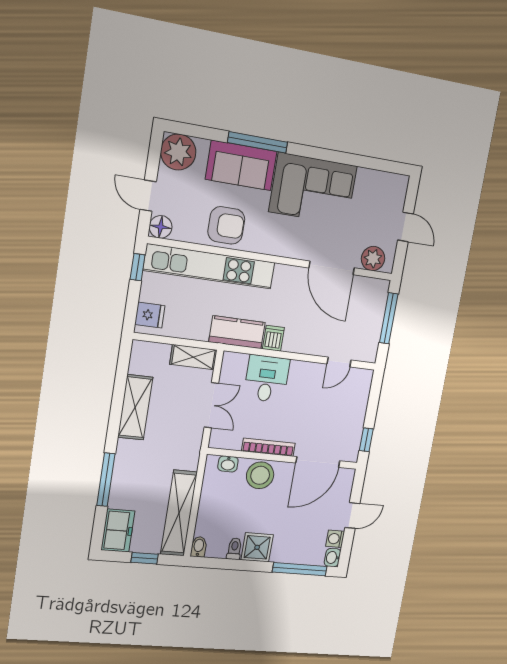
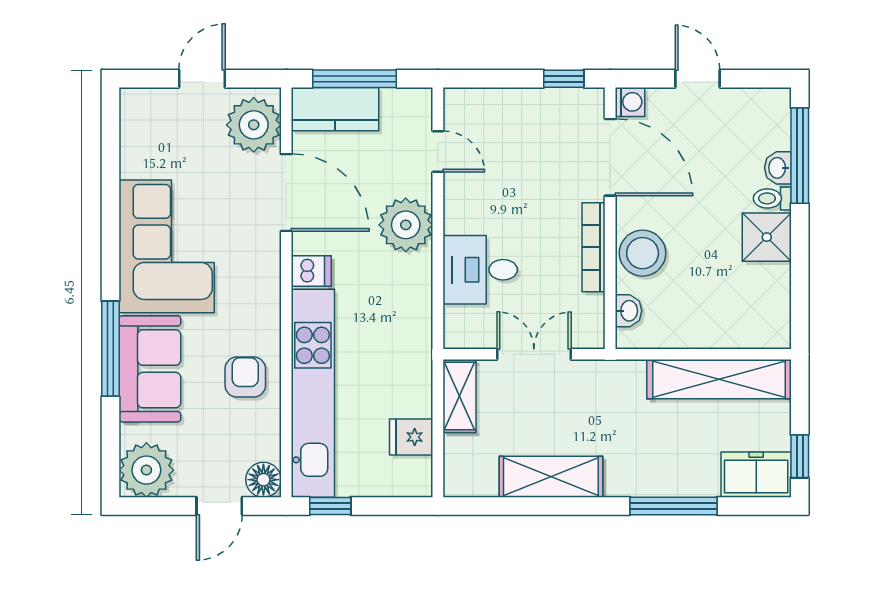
armchair: (226, 225) -> (245, 377), width x0.72, depth x0.72
plant: (373, 259) -> (254, 125), width x1.36, depth x1.36
door: (332, 268) -> (286, 193), hinge flipped
fridge: (150, 315) -> (411, 437), moved, turned -90
kitchen counter: (237, 332) -> (335, 109), moved, turned -90
plant: (300, 337) -> (406, 225), added
dishwasher: (273, 338) -> (311, 271), moved, turned 180
washing machine: (335, 539) -> (630, 102), moved, turned -90
bidet: (199, 547) -> (773, 337), removed
toilet: (234, 549) -> (772, 198), moved
window: (145, 558) -> (800, 456), moved
washbasin: (332, 558) -> (778, 168), moved, turned 90

